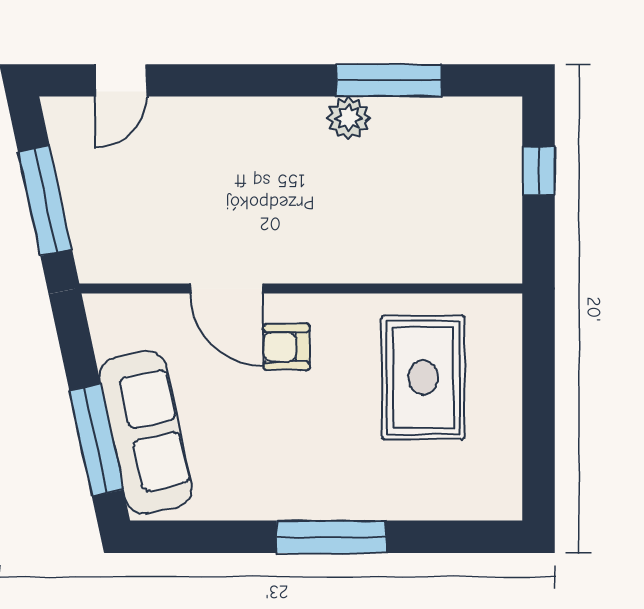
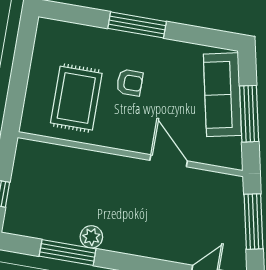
armchair: (286, 347) -> (130, 83), moved
window: (96, 440) -> (249, 114), moved

